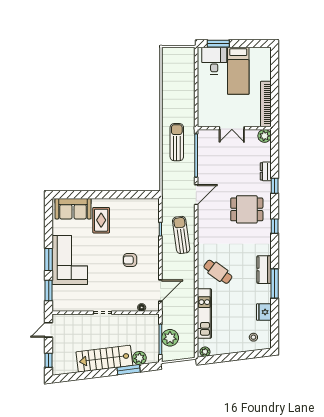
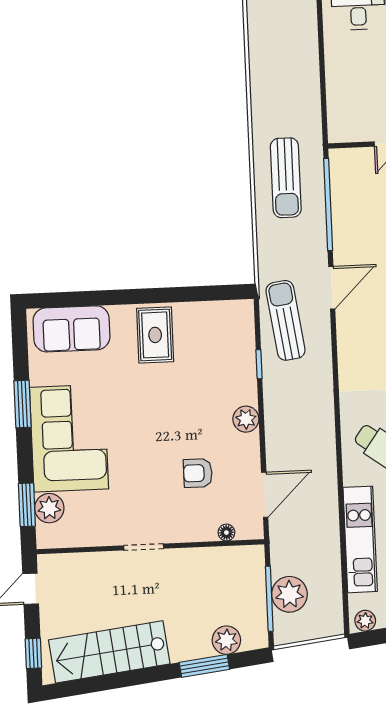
sun lounger: (177, 142) -> (286, 178), turned 180
rug: (101, 220) -> (155, 335), moved
sun lounger: (181, 235) -> (286, 320), moved
plant: (153, 255) -> (246, 419), added
window: (49, 260) -> (22, 404), moved
armchair: (130, 260) -> (198, 473), moved
plant: (59, 292) -> (49, 508), added
stairs: (104, 359) -> (109, 652), moved

